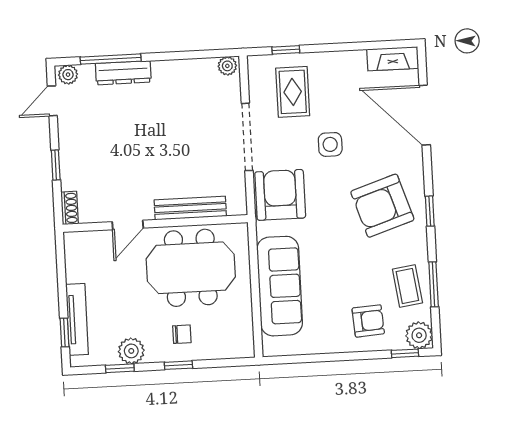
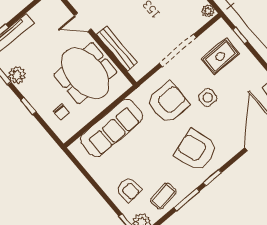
armchair: (280, 195) -> (168, 103), moved
window: (434, 284) -> (187, 199), moved
chair: (182, 334) -> (61, 112), moved

